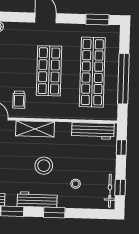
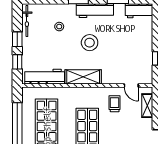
shelving: (35, 129) -> (83, 77), moved
window: (120, 187) -> (17, 39), moved

